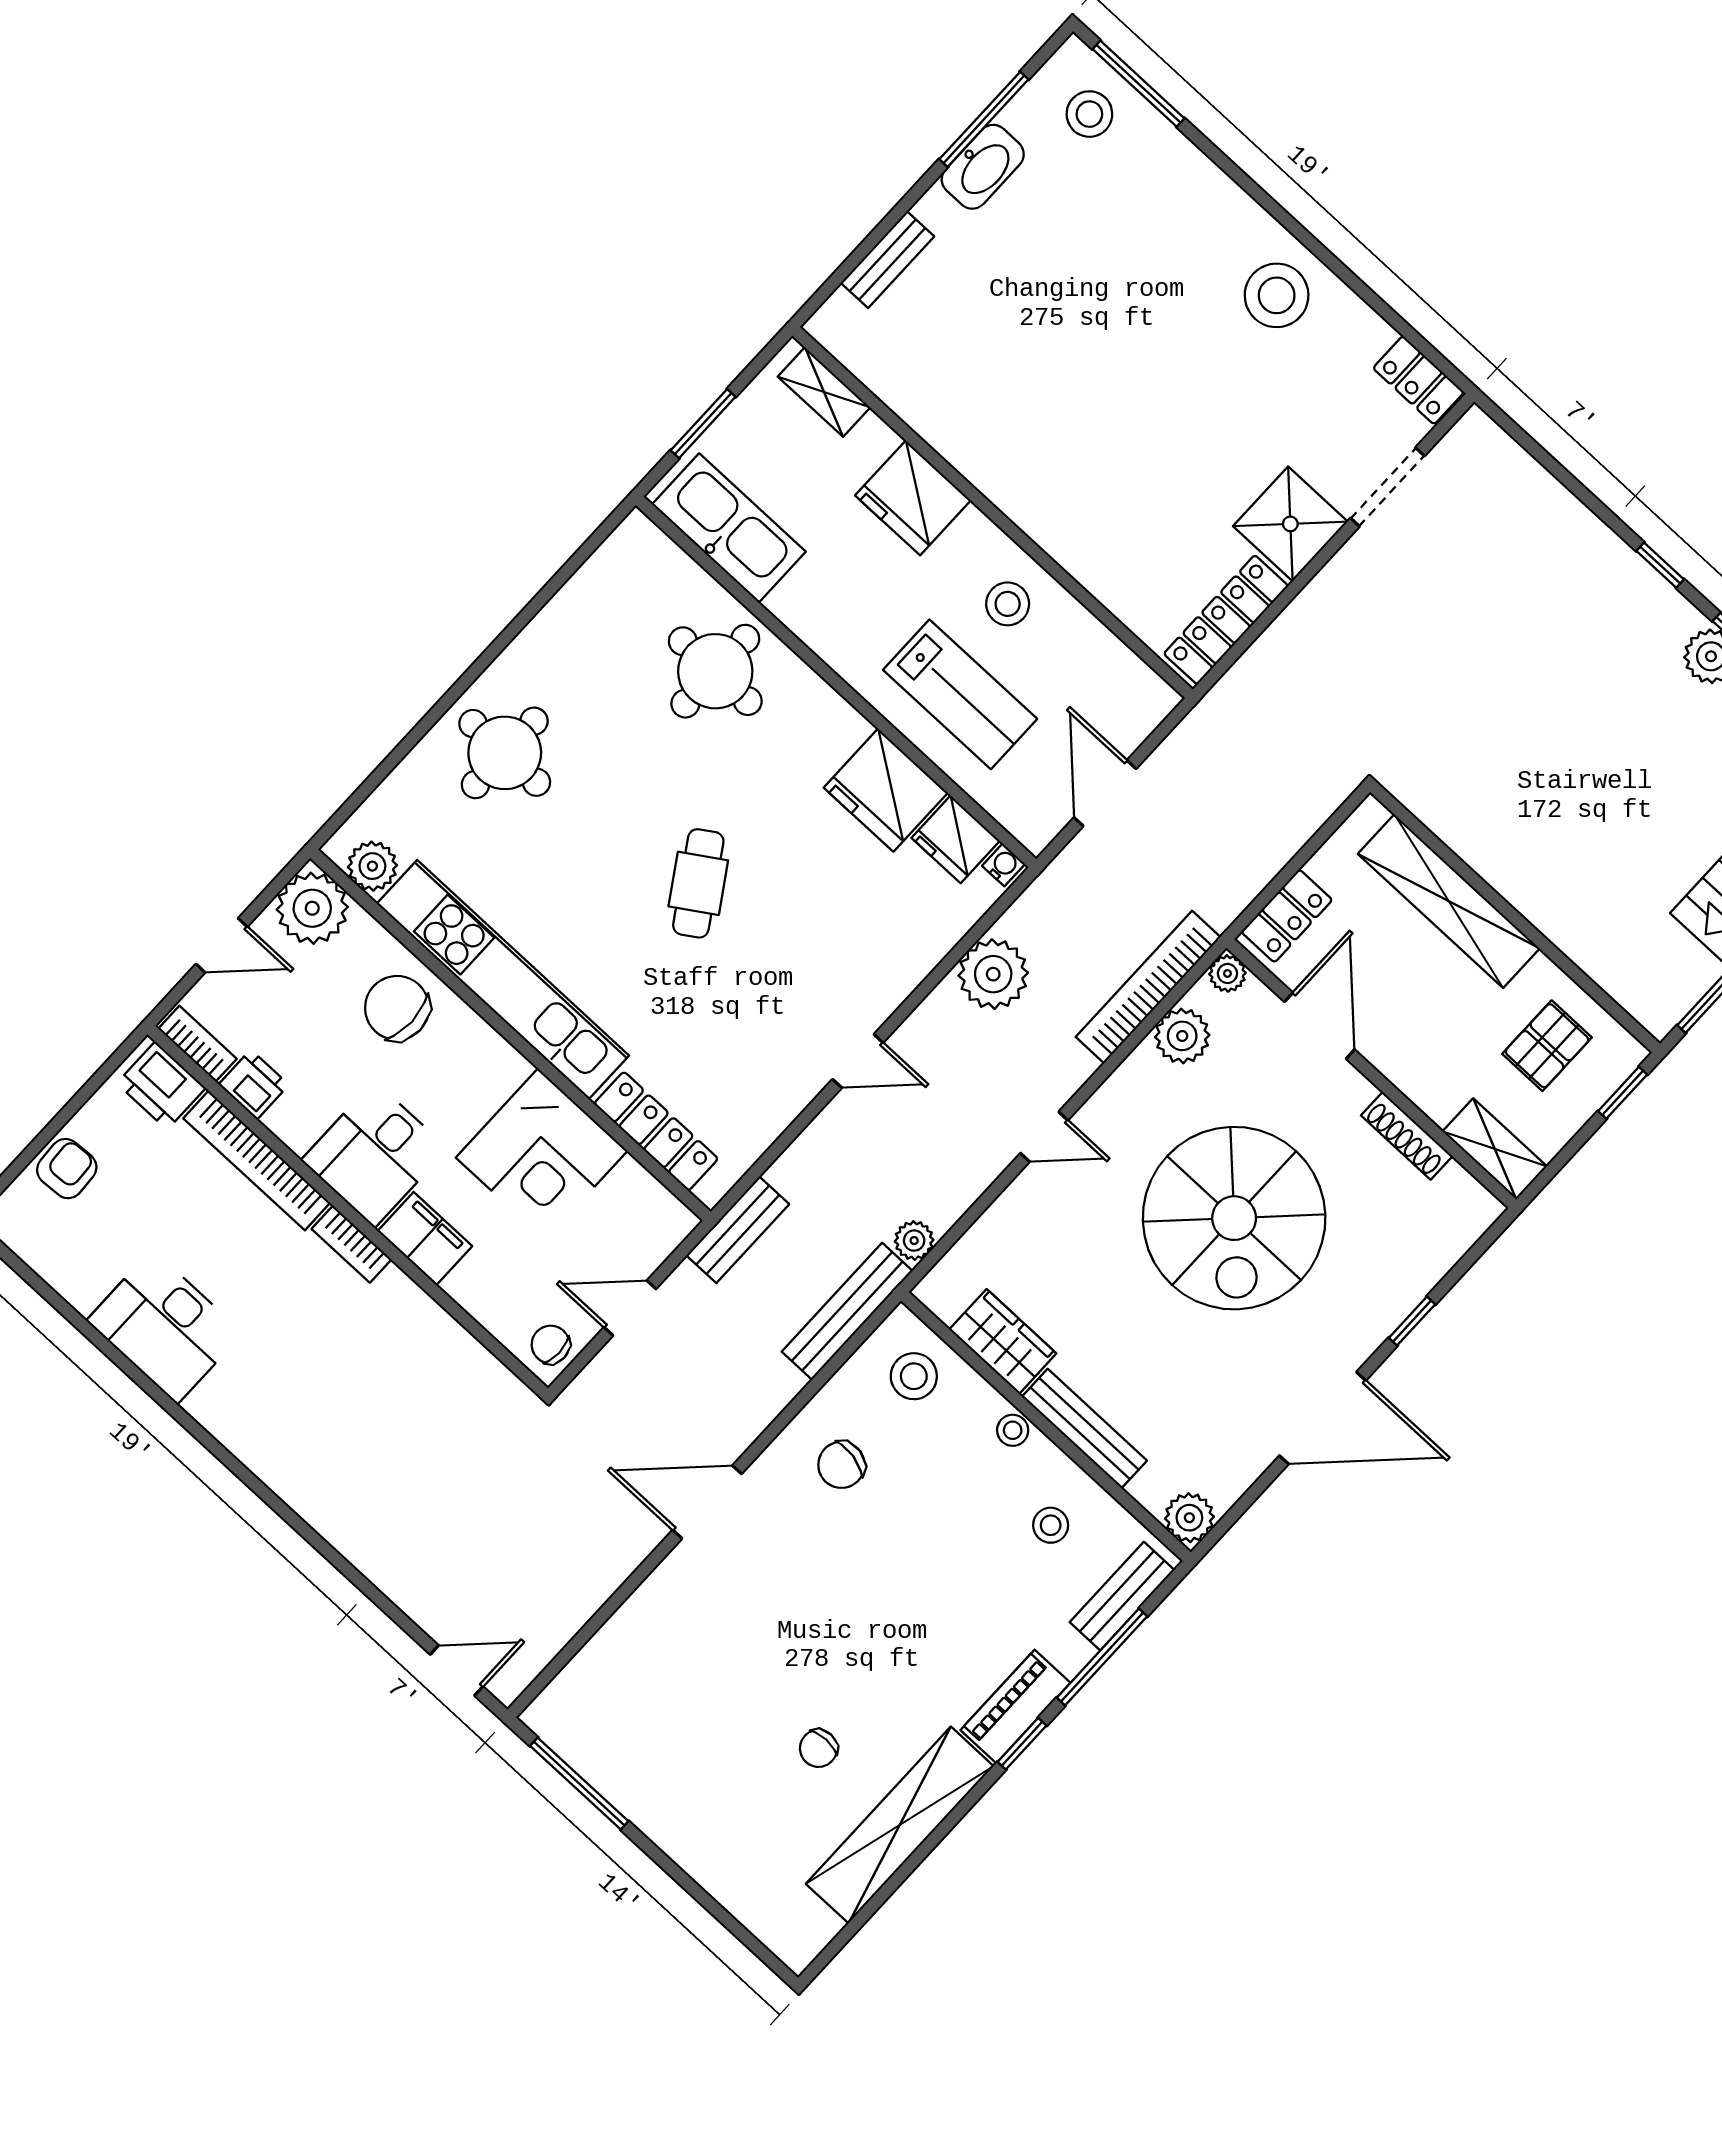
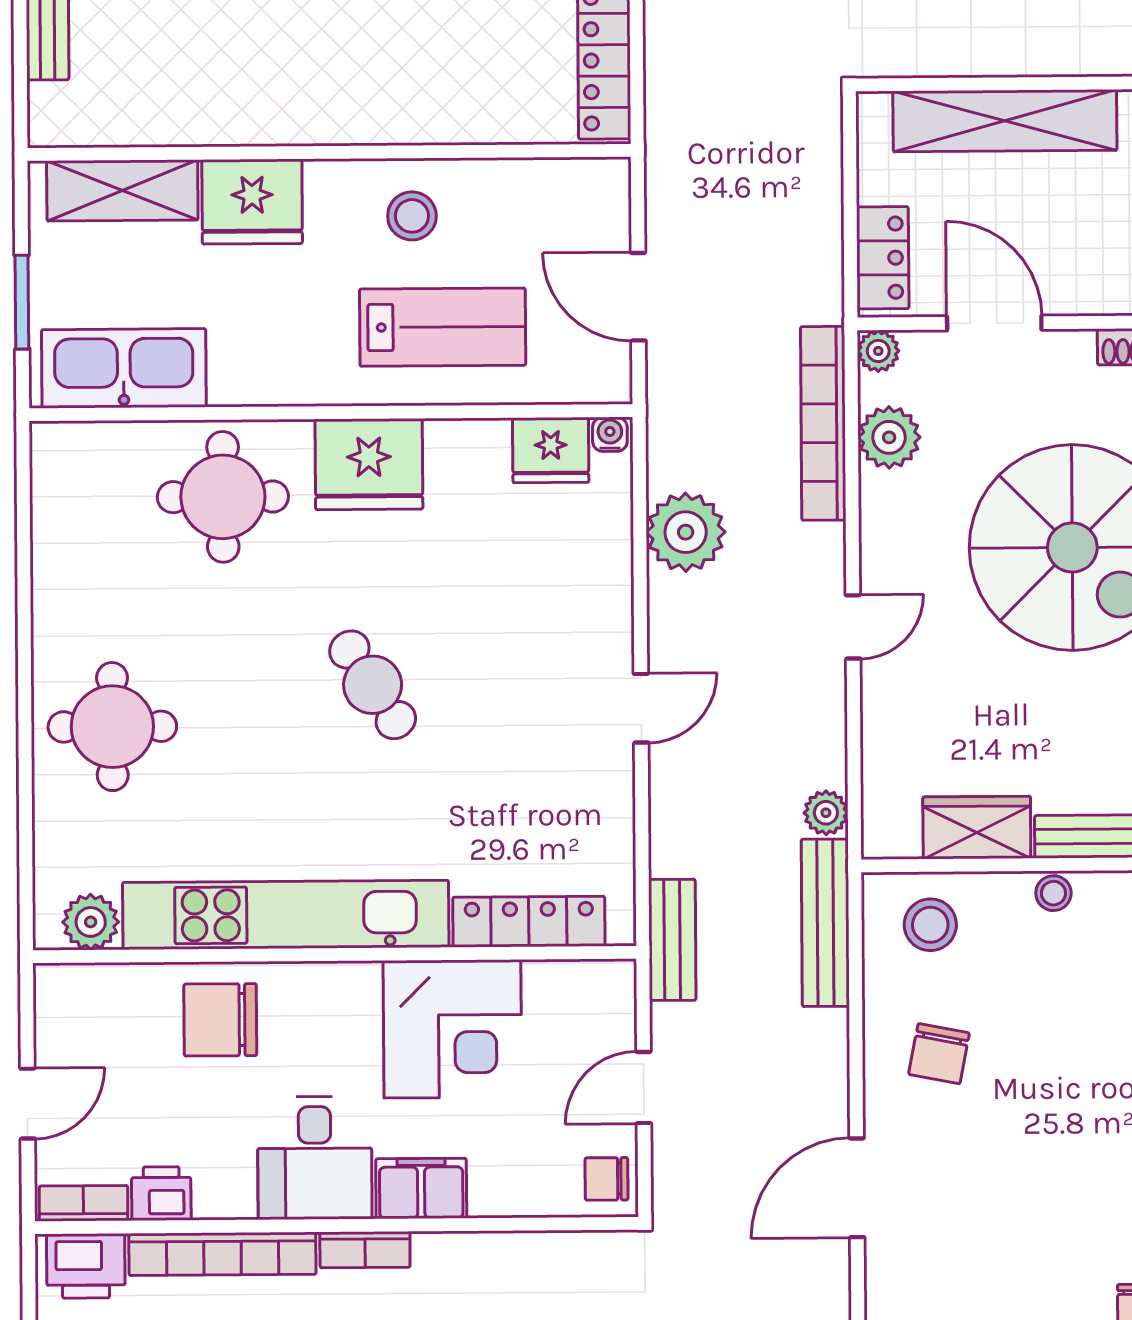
shelving: (824, 392) -> (122, 190), width x1.50, depth x1.33
fridge: (886, 790) -> (369, 464), moved
plant: (312, 908) -> (74, 1003), removed

